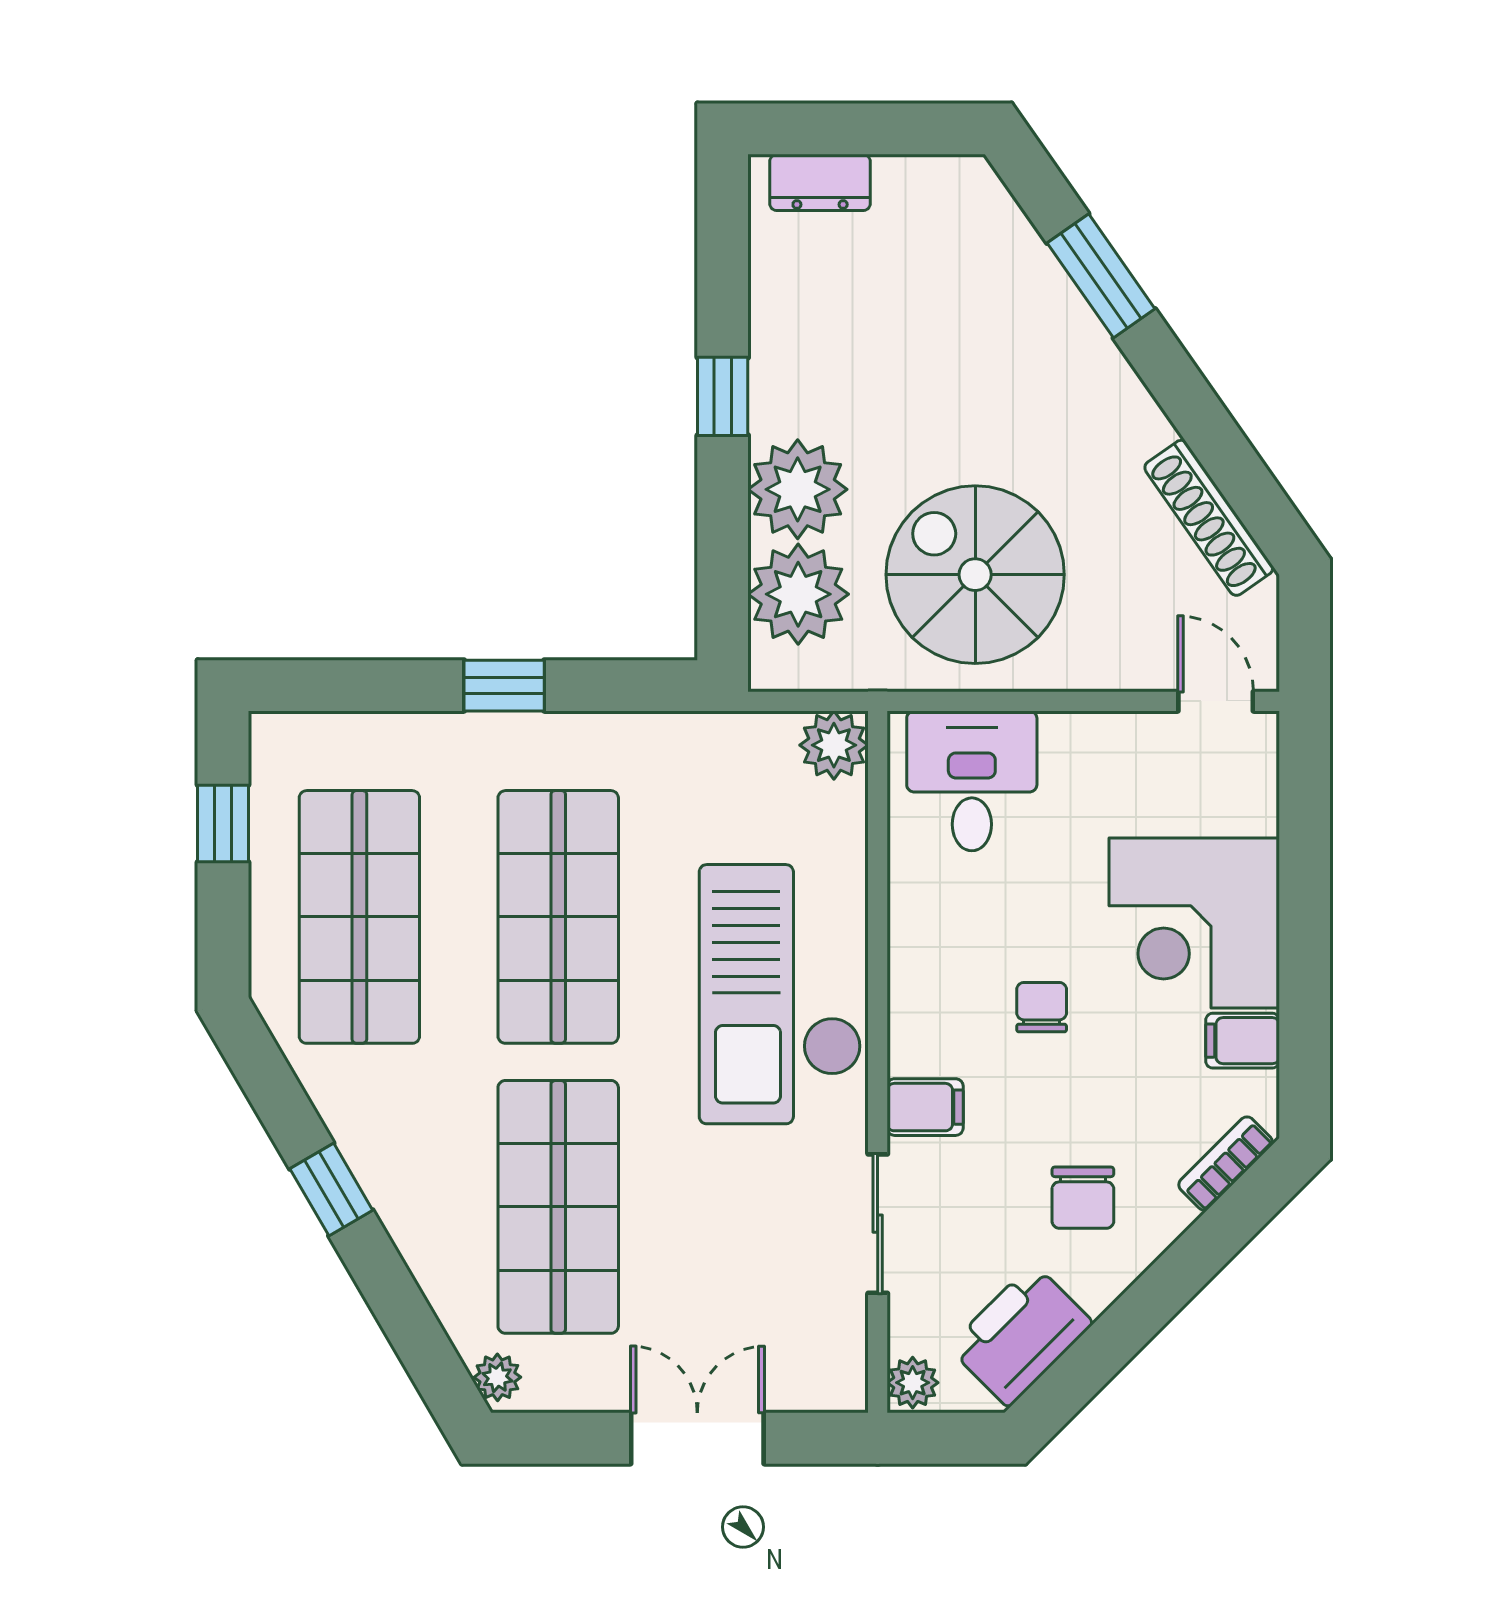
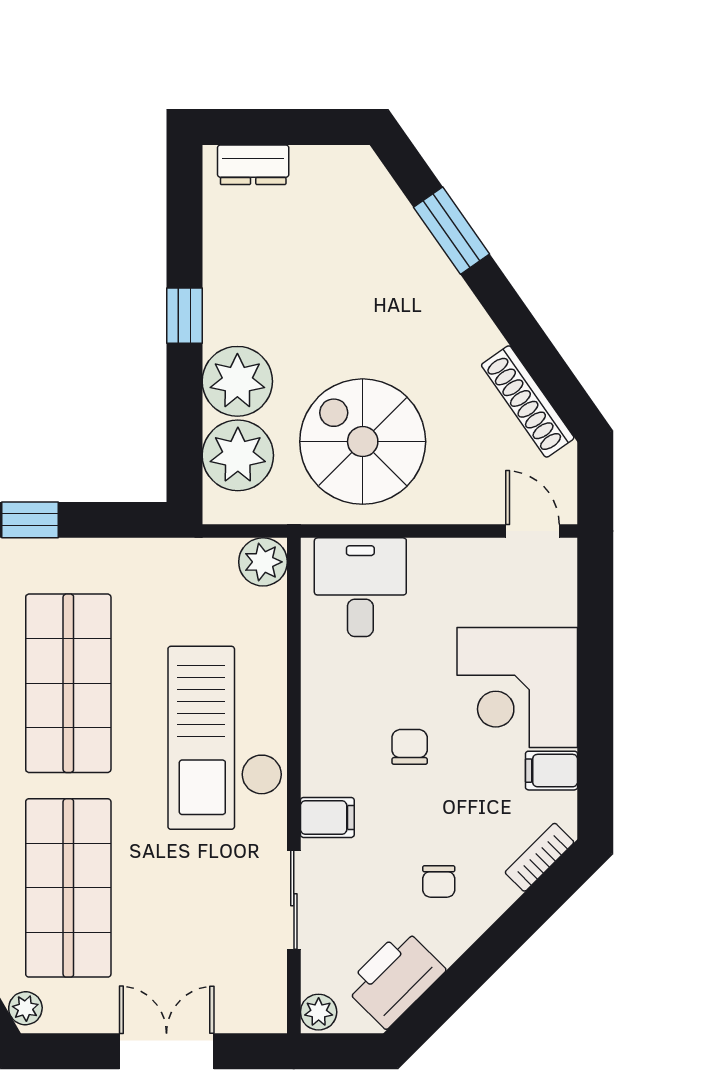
chair: (1083, 1198) -> (439, 881), width x0.73, depth x0.73

